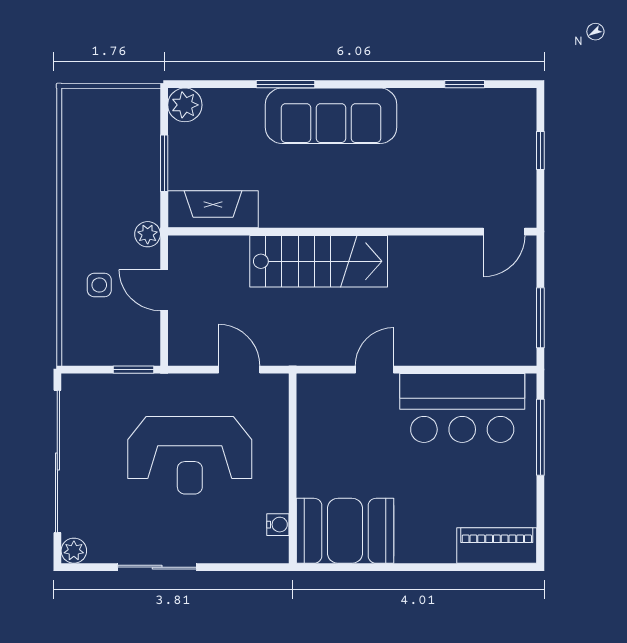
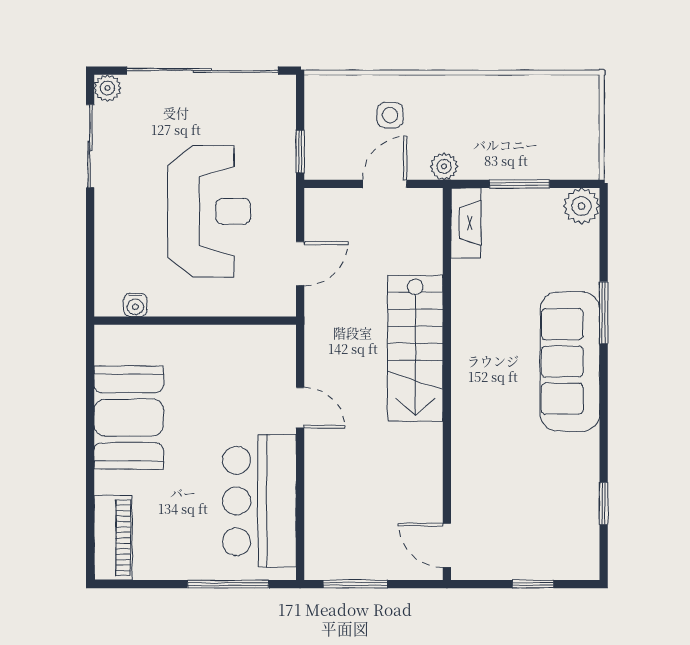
fireplace: (213, 209) -> (466, 223), width x0.73, depth x0.76
reception desk: (190, 455) -> (209, 211), turned 180
booth: (345, 531) -> (129, 418), moved
sliding door: (157, 567) -> (90, 146), moved

